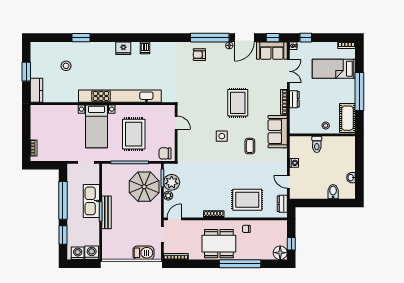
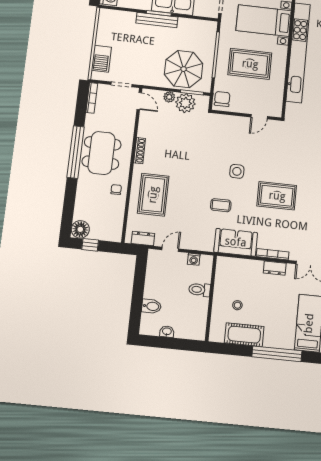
wall: (322, 135) -> (211, 298), moved
toilet: (317, 144) -> (200, 290), moved
window: (240, 264) -> (76, 152), moved

